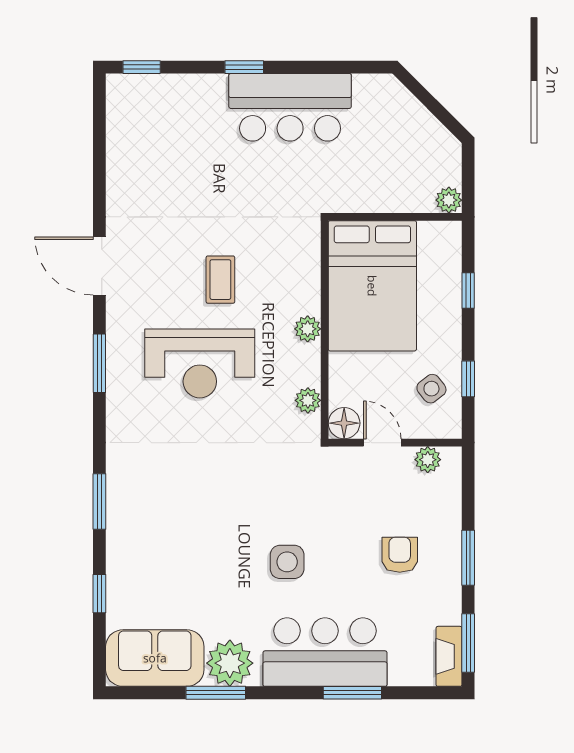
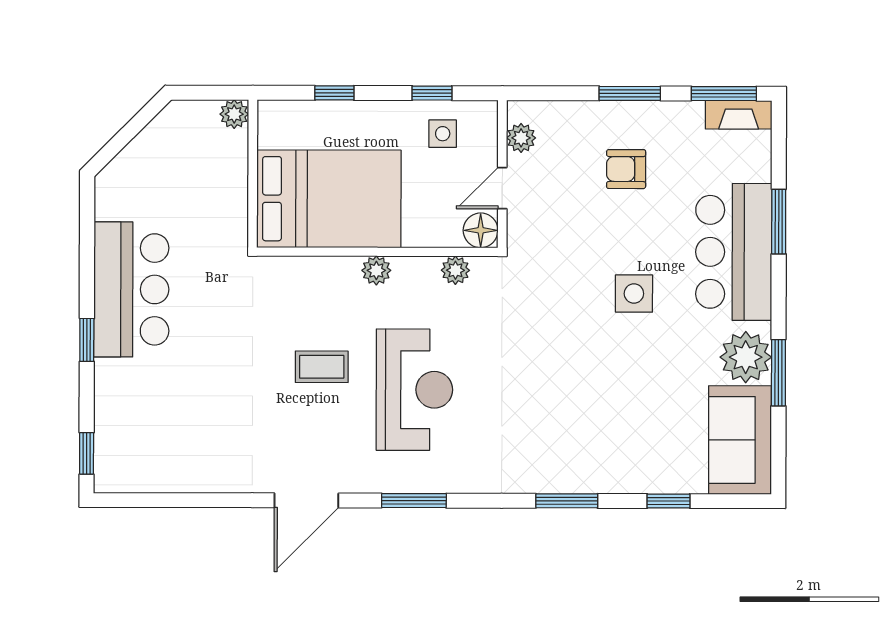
side table: (431, 389) -> (443, 134), turned 38

